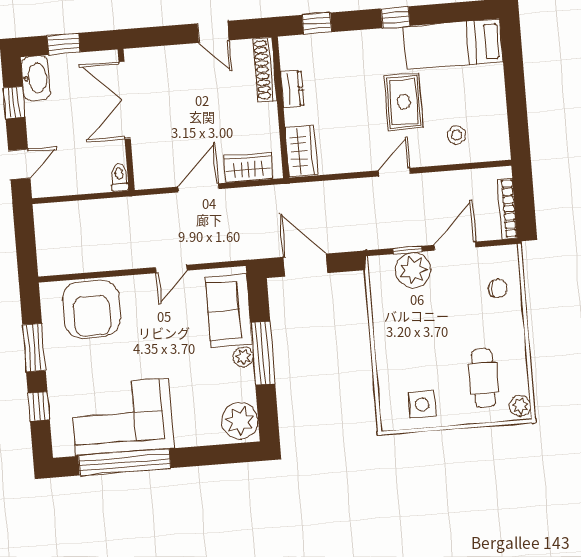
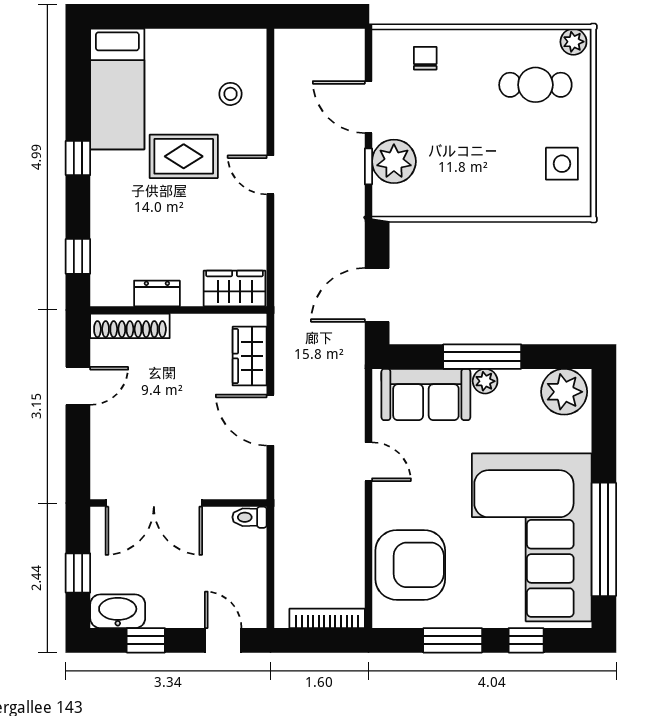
bookcase: (507, 209) -> (327, 618), moved, turned 180
corner sofa: (122, 417) -> (532, 537), width x1.36, depth x1.36

